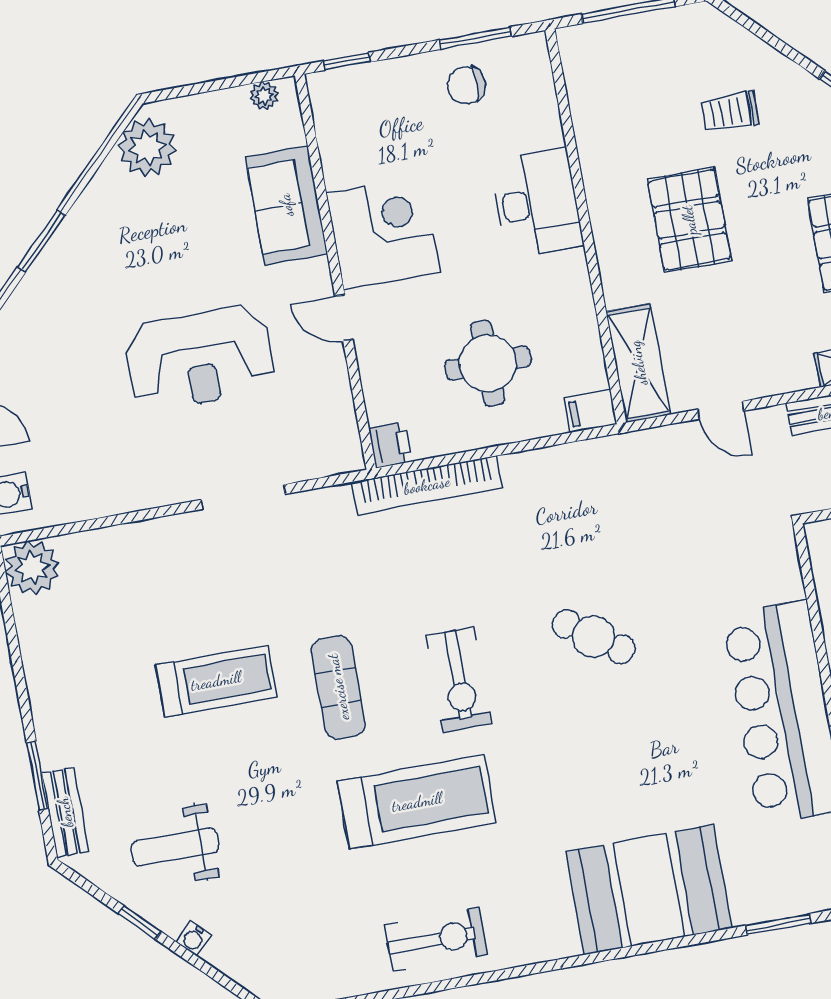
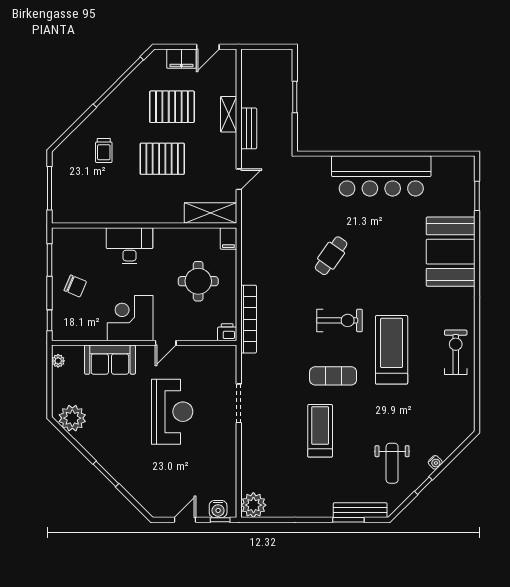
chair: (466, 85) -> (75, 286), moved, turned -67
pallet: (689, 220) -> (162, 159), moved
bench: (65, 812) -> (360, 510), width x1.36

